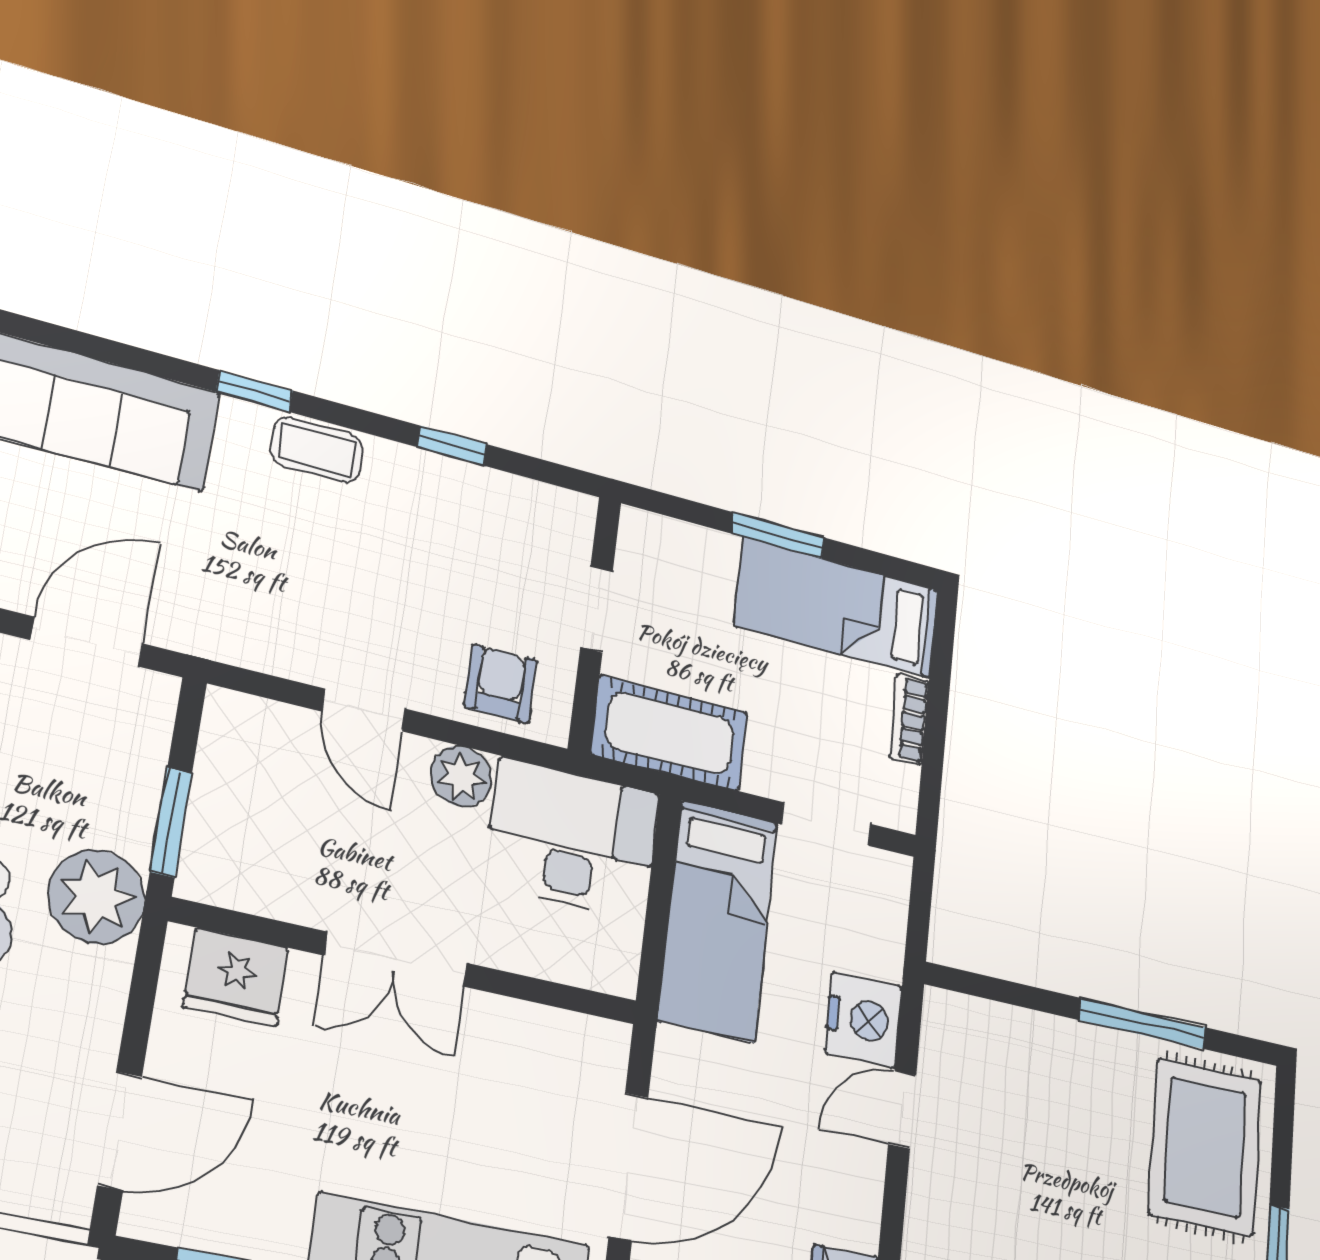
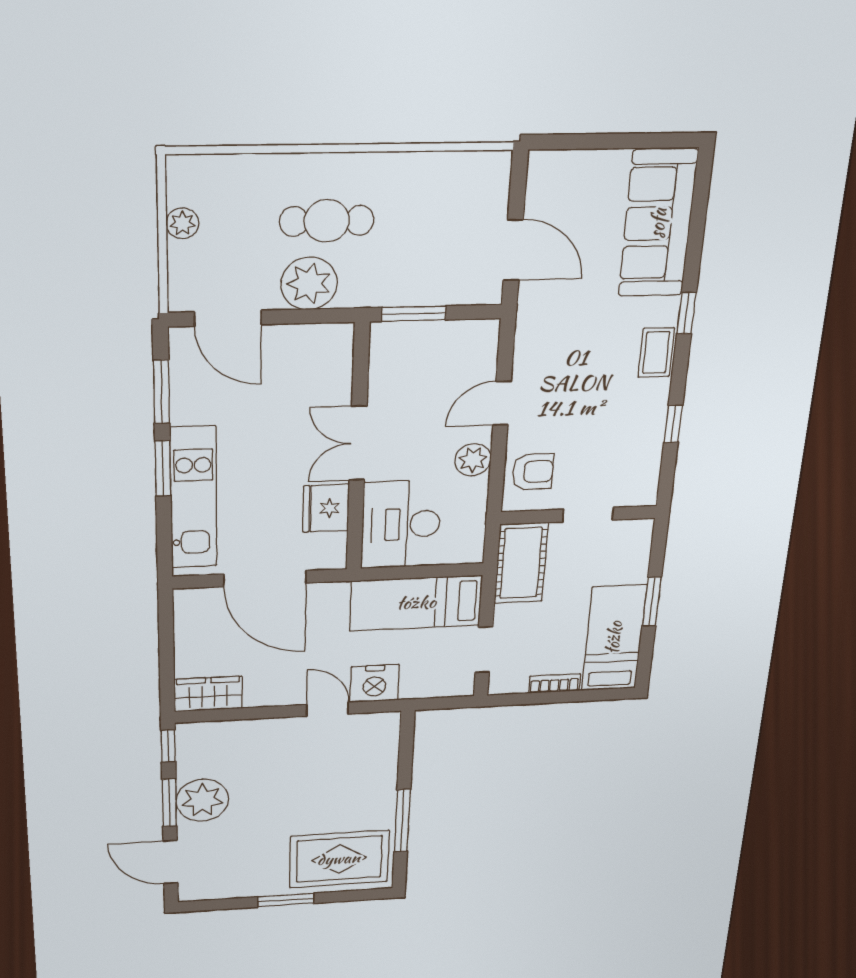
desk: (572, 838) -> (401, 524), moved, turned 180
plant: (96, 897) -> (309, 283), moved
fridge: (236, 977) -> (326, 508), moved

